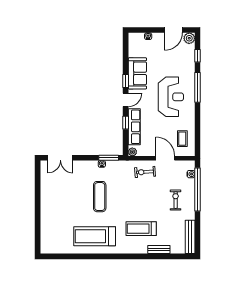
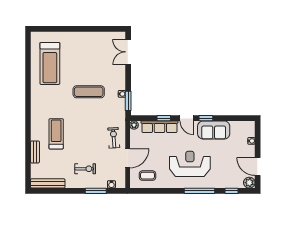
reception desk: (171, 97) -> (190, 164), turned 180
window: (197, 190) -> (96, 191), width x0.47
treadmill: (95, 236) -> (50, 63), moved, turned 180

